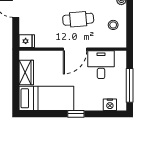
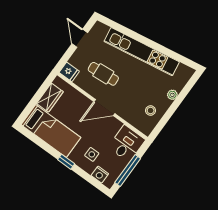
cafe table: (78, 19) -> (103, 74), moved
desk: (101, 65) -> (127, 143), moved
side table: (92, 93) -> (92, 154), added

